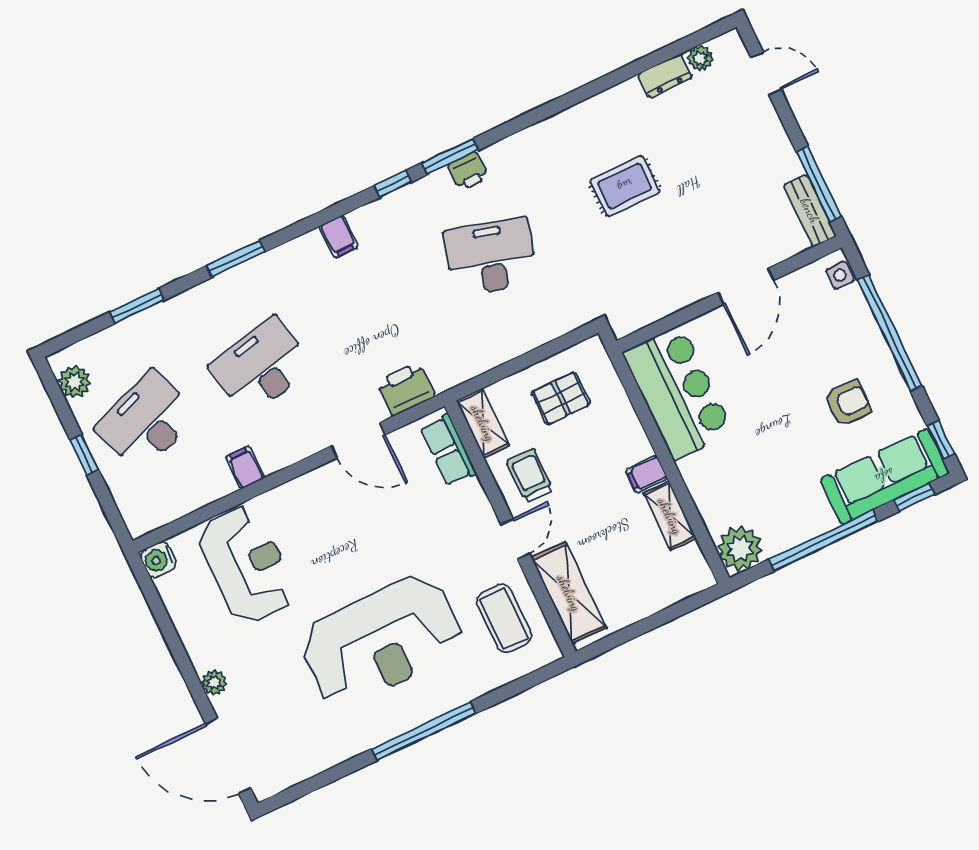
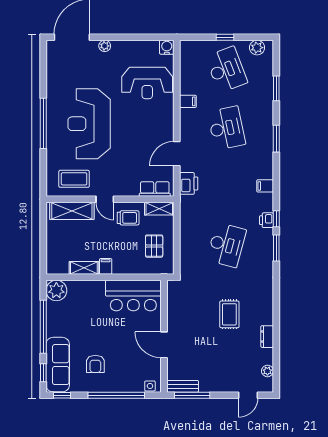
dresser: (665, 76) -> (267, 337), moved
printer: (468, 171) -> (267, 220), moved

